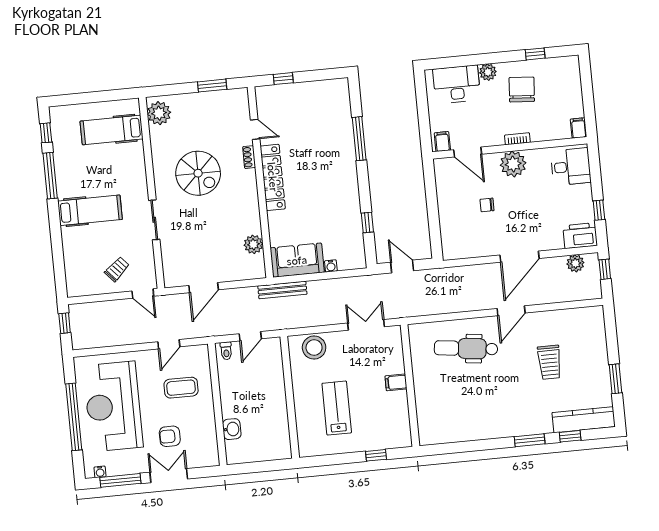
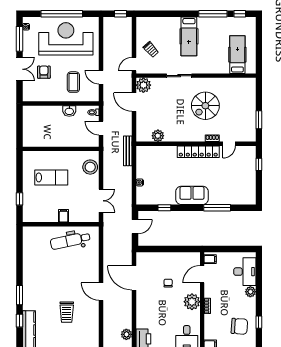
chair: (522, 89) -> (239, 326), moved
plant: (159, 113) -> (143, 85), moved
door: (520, 257) -> (134, 278), moved
sofa: (297, 260) -> (192, 195), moved, turned -90
dental chair: (466, 348) -> (70, 241), moved, turned -109
trolley: (549, 362) -> (67, 312), turned -90
washbasin: (232, 429) -> (69, 111), moved

